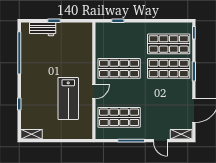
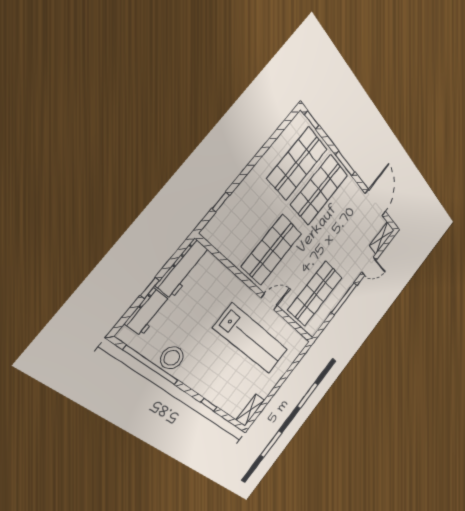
workbench: (74, 29) -> (183, 269), added
stool: (30, 61) -> (172, 358), added
door: (94, 92) -> (269, 302), hinge flipped
lab bench: (68, 99) -> (251, 339), width x1.36

